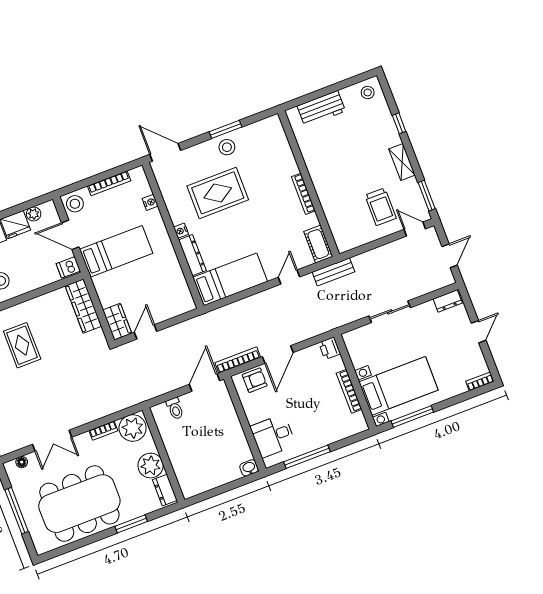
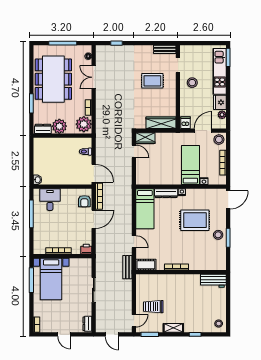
workbench: (321, 109) -> (213, 281), moved, turned -90
rug: (218, 193) -> (195, 220), turned 90
bed: (116, 251) -> (190, 165), moved, turned 180
door: (278, 355) -> (94, 219), swing flipped

